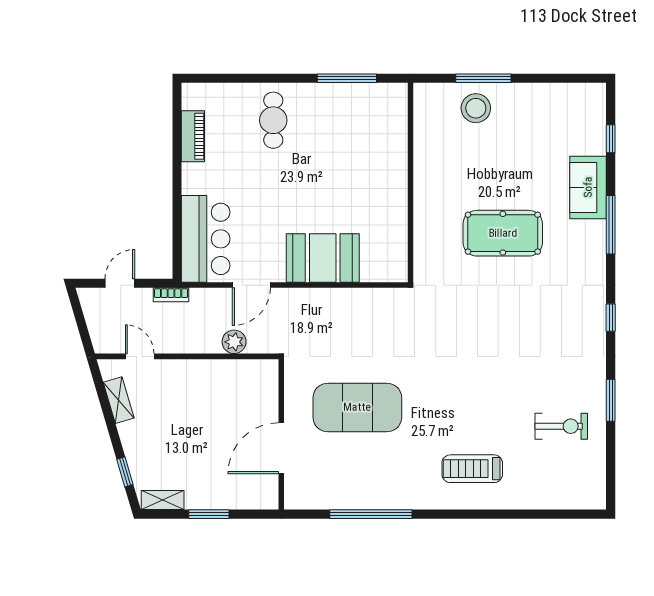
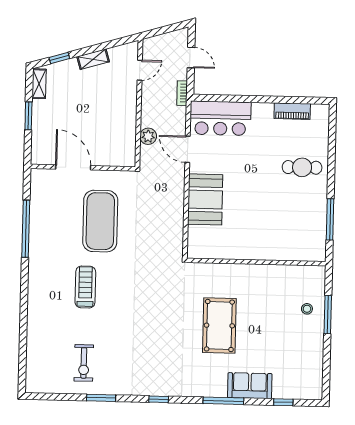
stool: (476, 108) -> (307, 309), width x0.53, depth x0.53
shelving: (119, 400) -> (93, 59), moved
treadmill: (472, 469) -> (85, 287), moved

